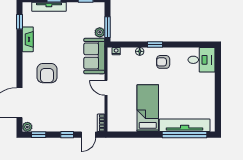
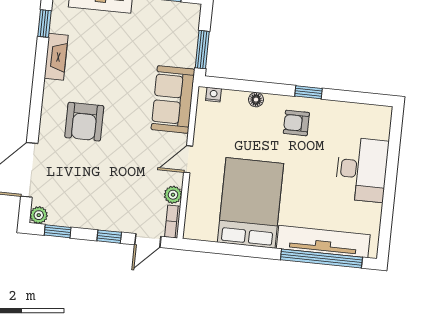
plant: (100, 32) -> (173, 195), moved
window: (155, 44) -> (309, 92), moved
desk: (202, 60) -> (362, 170), moved, width x1.37
door: (106, 88) -> (188, 159), hinge flipped
bed: (148, 108) -> (250, 203), width x1.50

